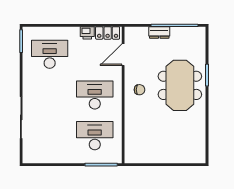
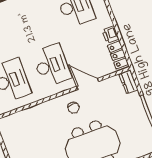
dresser: (159, 32) -> (129, 82), moved
door: (123, 55) -> (88, 84), moved

